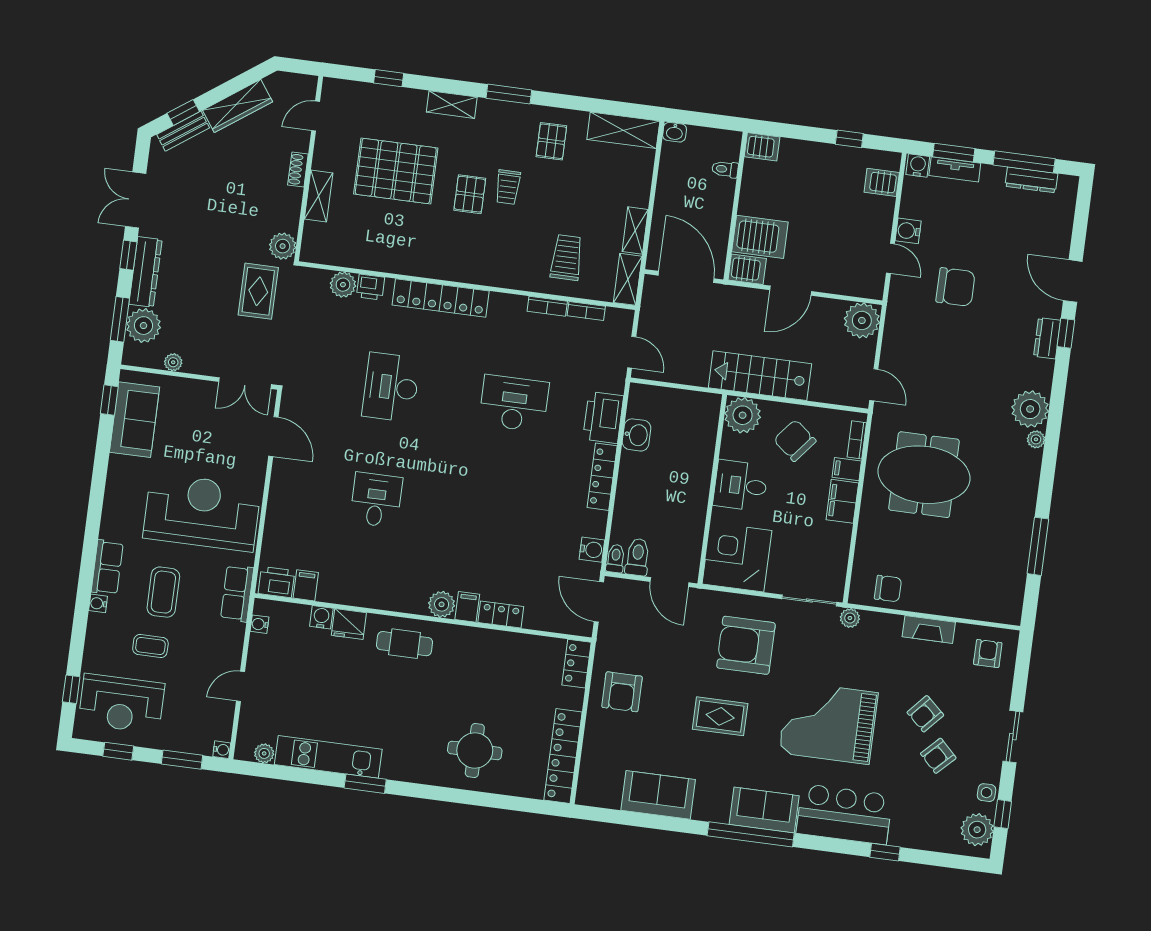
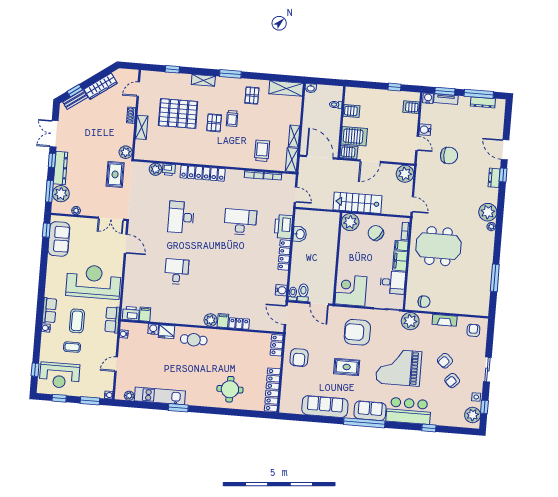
server rack: (762, 147) -> (352, 111), moved
desk: (741, 486) -> (393, 282), moved, turned 180
plant: (850, 618) -> (410, 321), width x1.88, depth x1.88
sofa: (658, 795) -> (325, 407), width x1.36

